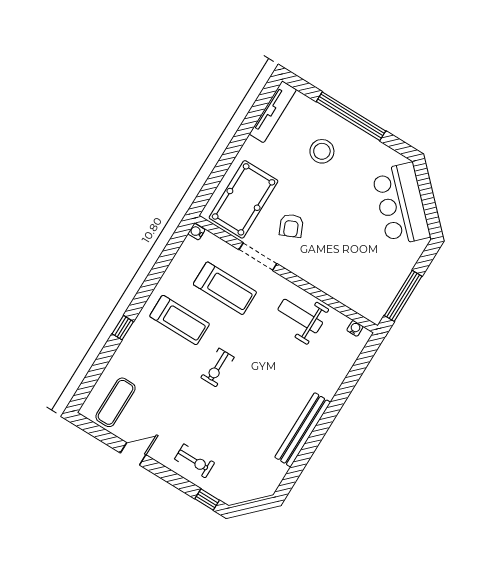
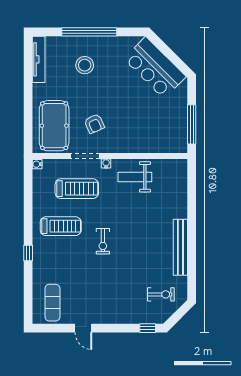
water cooler: (355, 328) -> (106, 163), moved
door: (133, 454) -> (83, 328), swing flipped
exercise bike: (195, 461) -> (161, 294), moved

